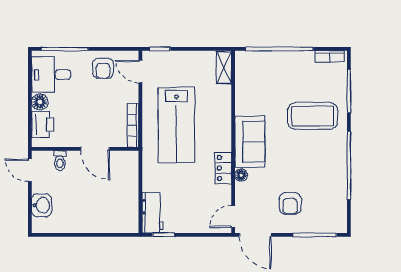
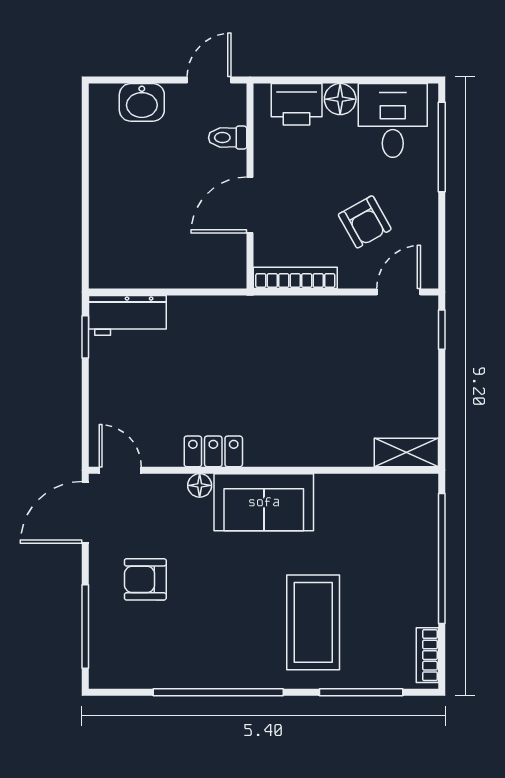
armchair: (103, 68) -> (365, 222), moved, turned -119
lab bench: (176, 125) -> (296, 361), removed

